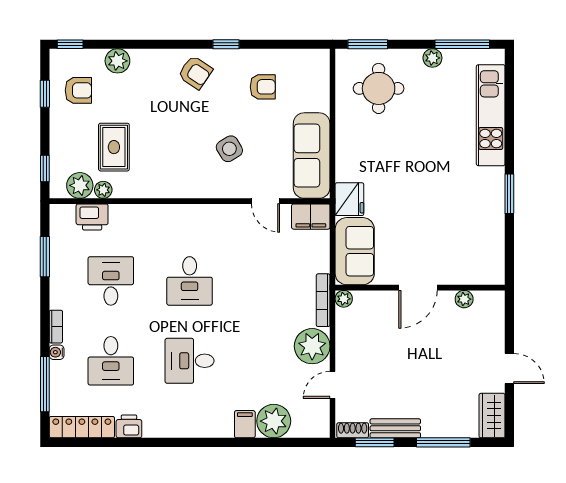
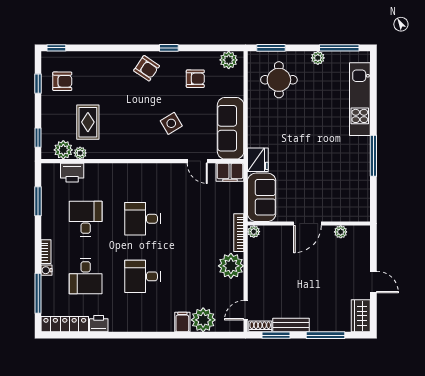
plant: (117, 61) -> (229, 60), moved
window: (509, 194) -> (373, 156), width x1.44
desk: (190, 281) -> (142, 219), turned 90
door: (333, 385) -> (246, 310), moved

